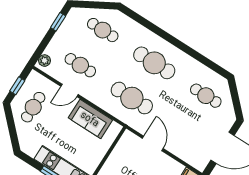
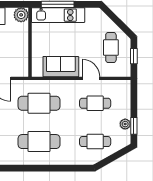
plant: (45, 61) -> (125, 124), moved
door: (70, 90) -> (91, 78), hinge flipped

